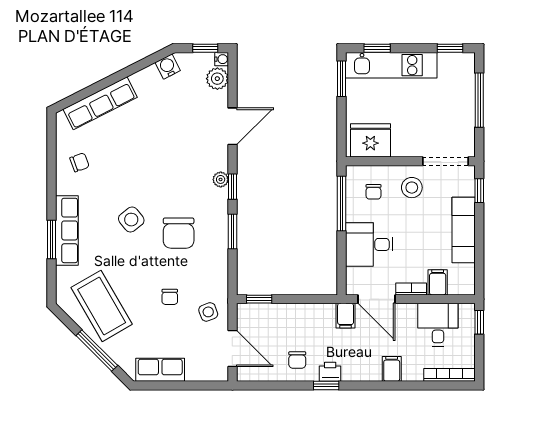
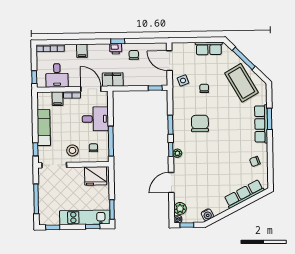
side table: (131, 220) -> (226, 130), removed
filing cabinet: (346, 316) -> (113, 80), width x2.00

